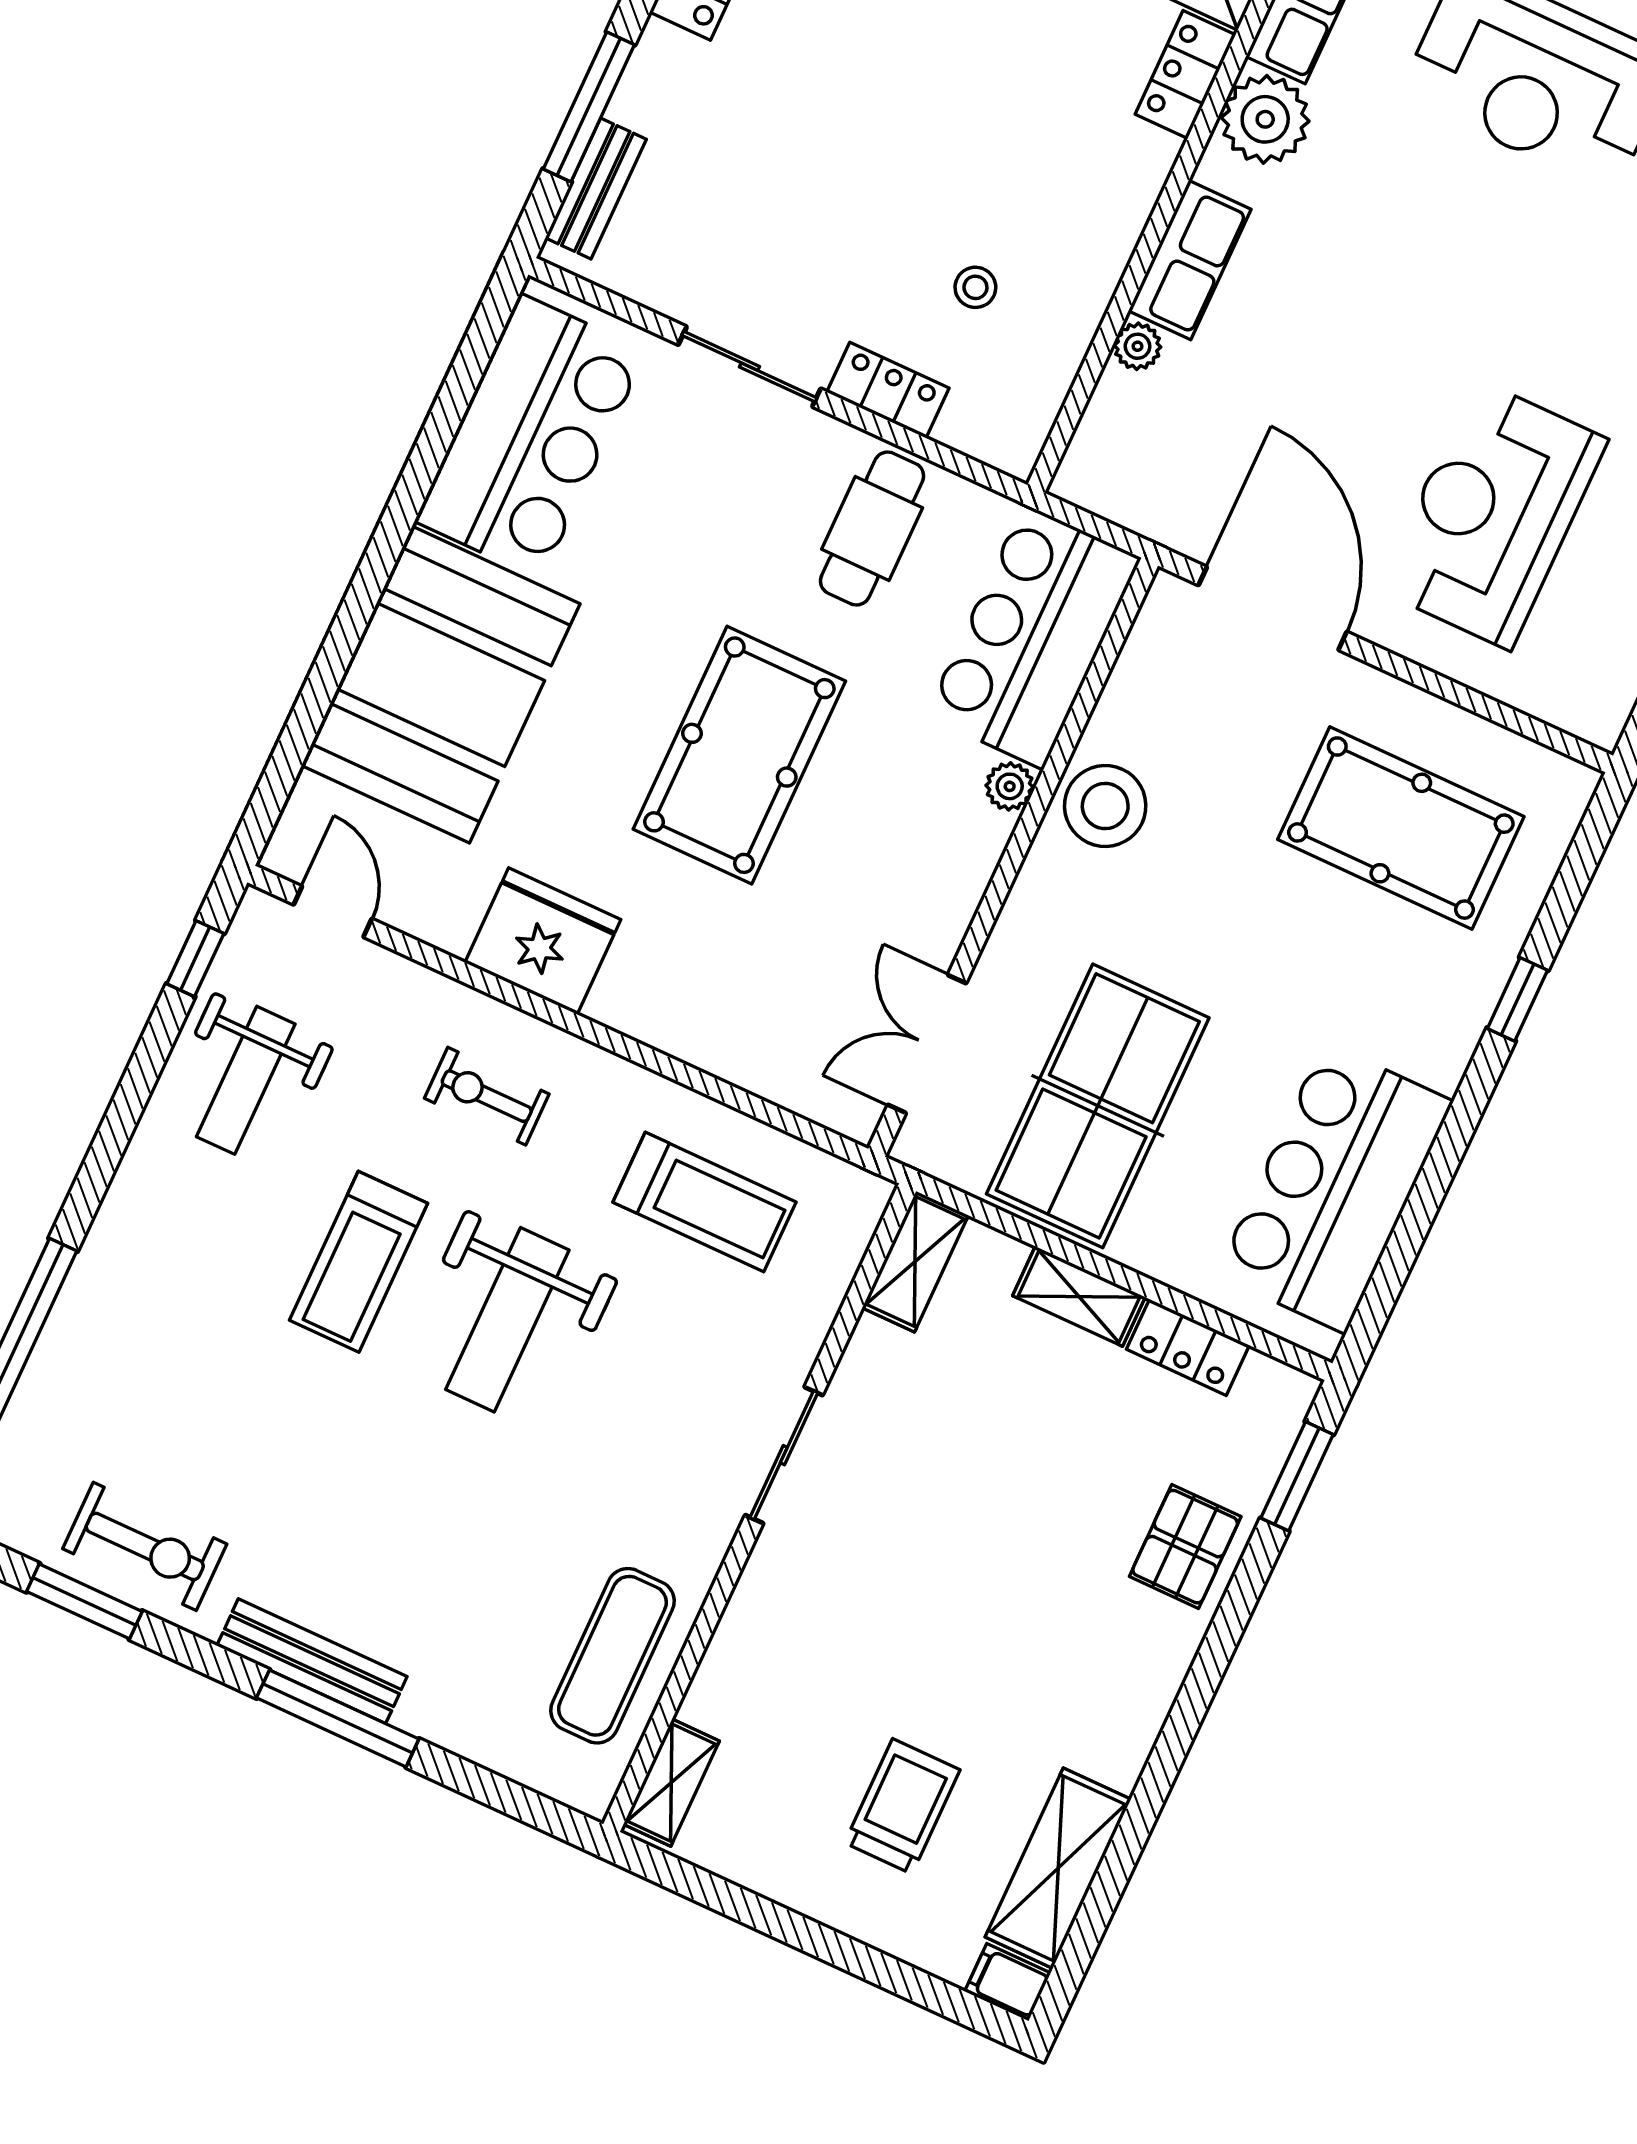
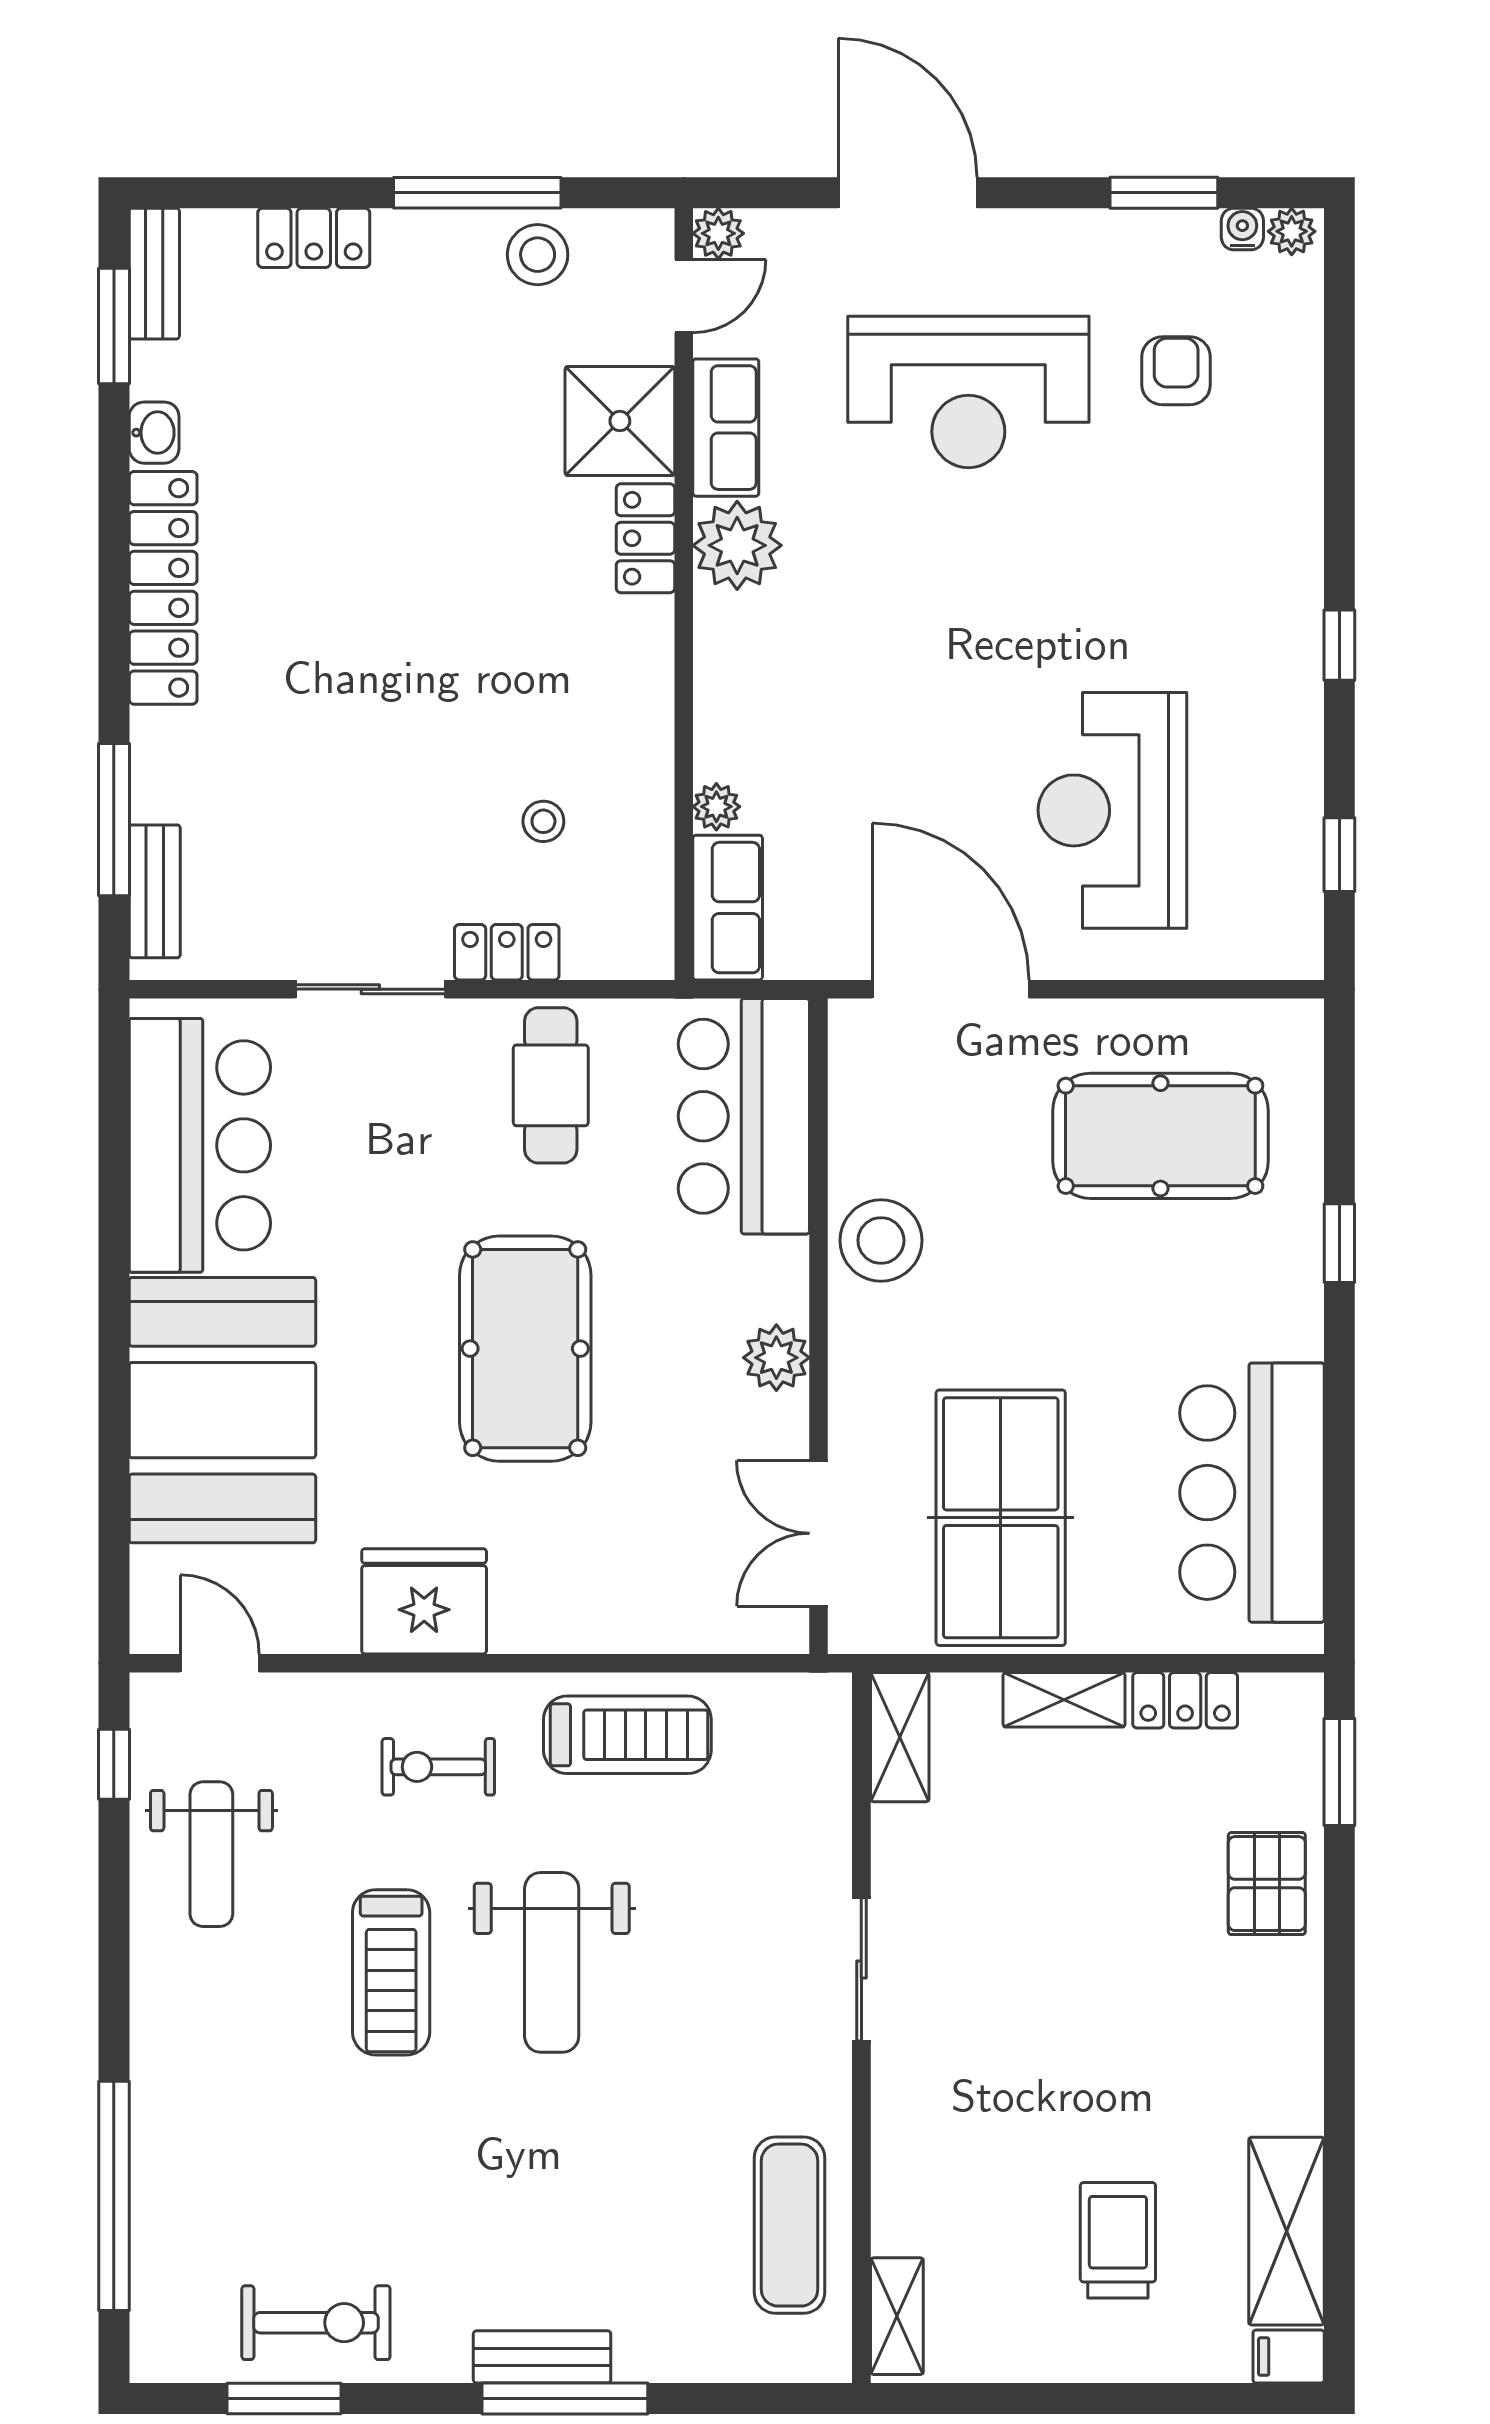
row of seats: (1190, 260) -> (728, 908), moved
plant: (1010, 786) -> (776, 1358), moved, width x1.38, depth x1.38
treadmill: (704, 1202) -> (627, 1735), moved
bench: (312, 1661) -> (542, 2357), width x0.73

